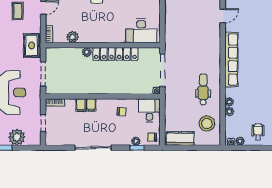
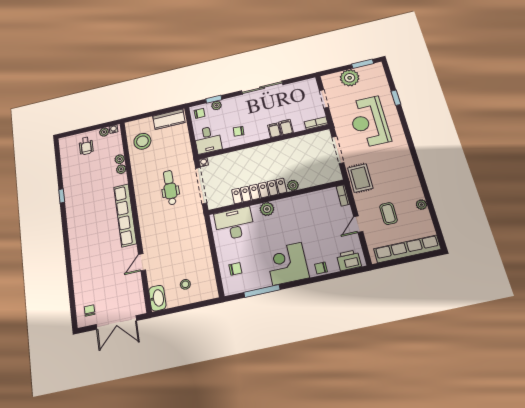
plant: (73, 37) -> (267, 209), moved
dental chair: (203, 89) -> (170, 188), moved, turned 180

